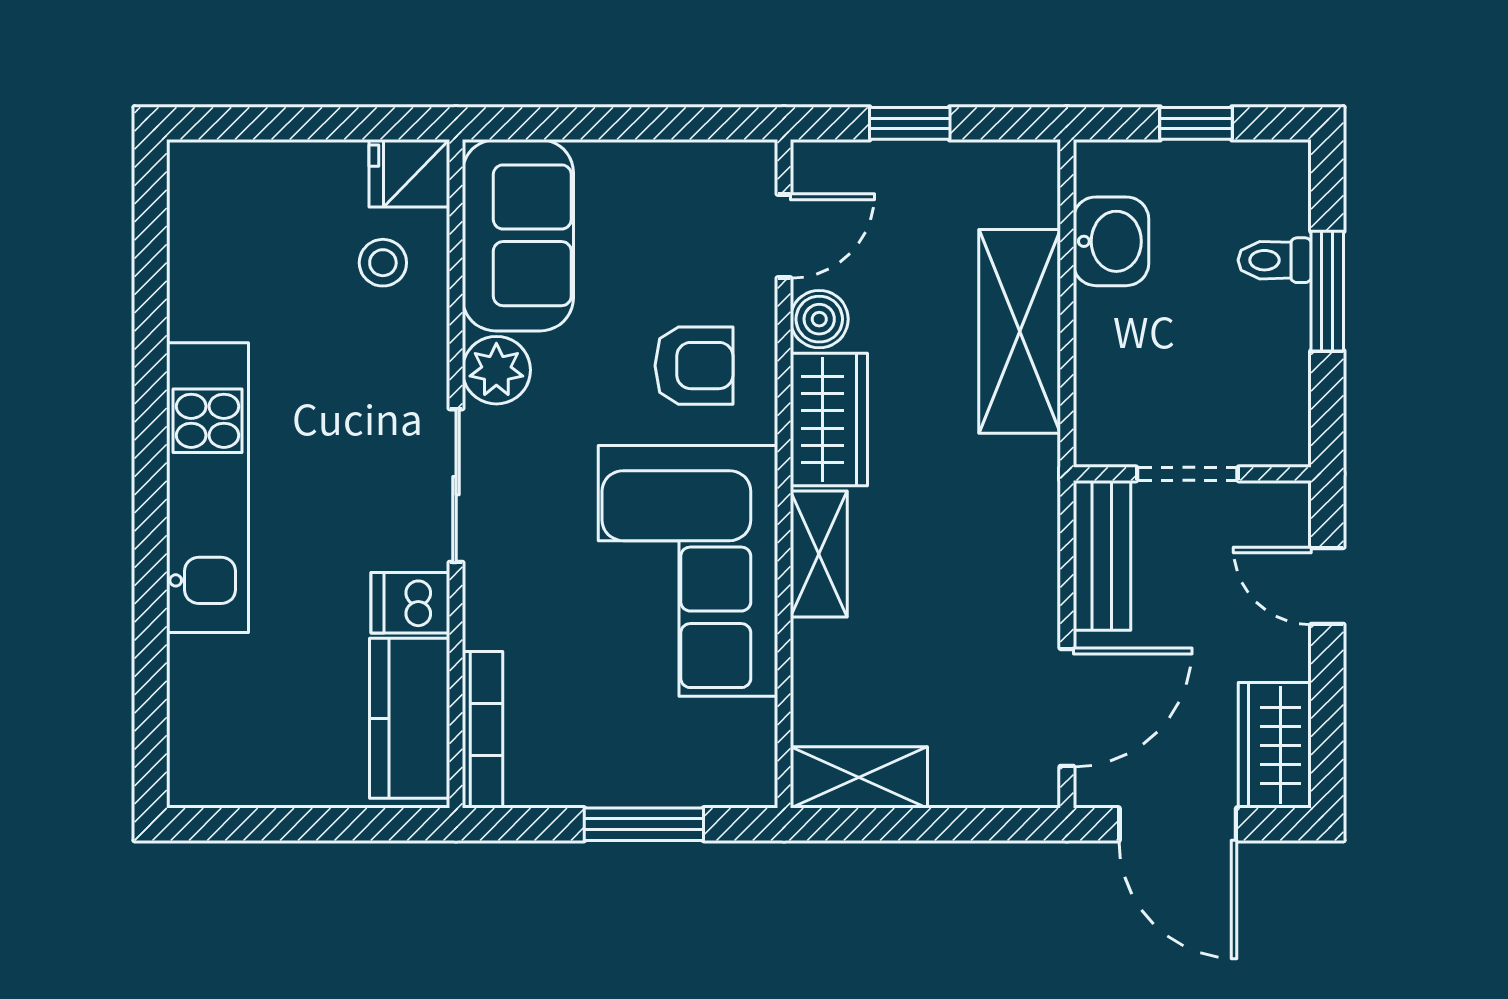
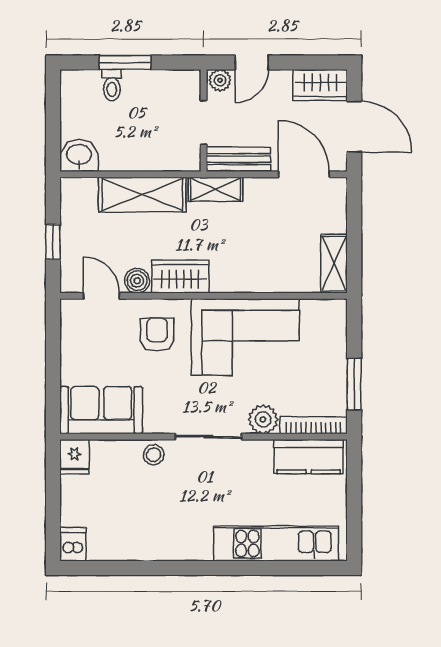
window: (1196, 123) -> (53, 119), removed
washbasin: (1111, 241) -> (79, 155), moved
stool: (383, 263) -> (154, 455), moved
plant: (496, 370) -> (263, 419), moved
kitchen unit: (208, 488) -> (276, 543), moved
plant: (1286, 512) -> (220, 80), added
shelving: (819, 554) -> (215, 189), moved
dishwasher: (410, 603) -> (73, 544), moved, turned 180
window: (644, 824) -> (354, 384), moved
door: (1178, 824) -> (354, 127), hinge flipped

